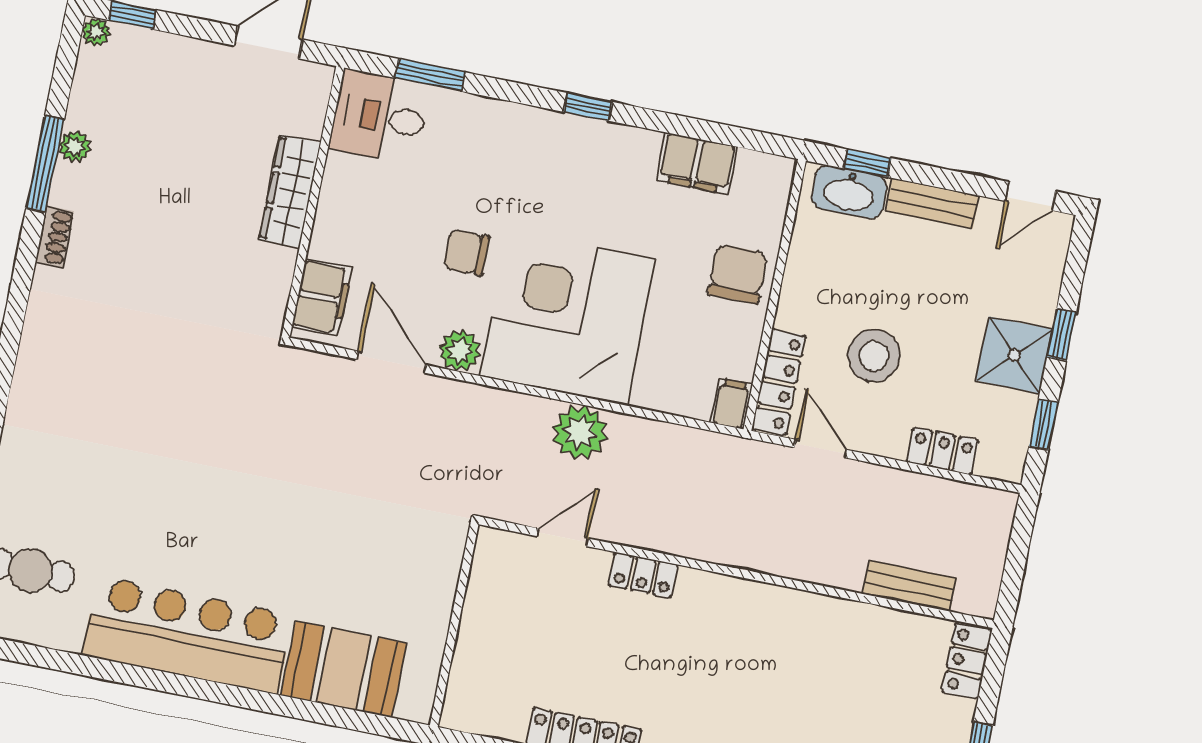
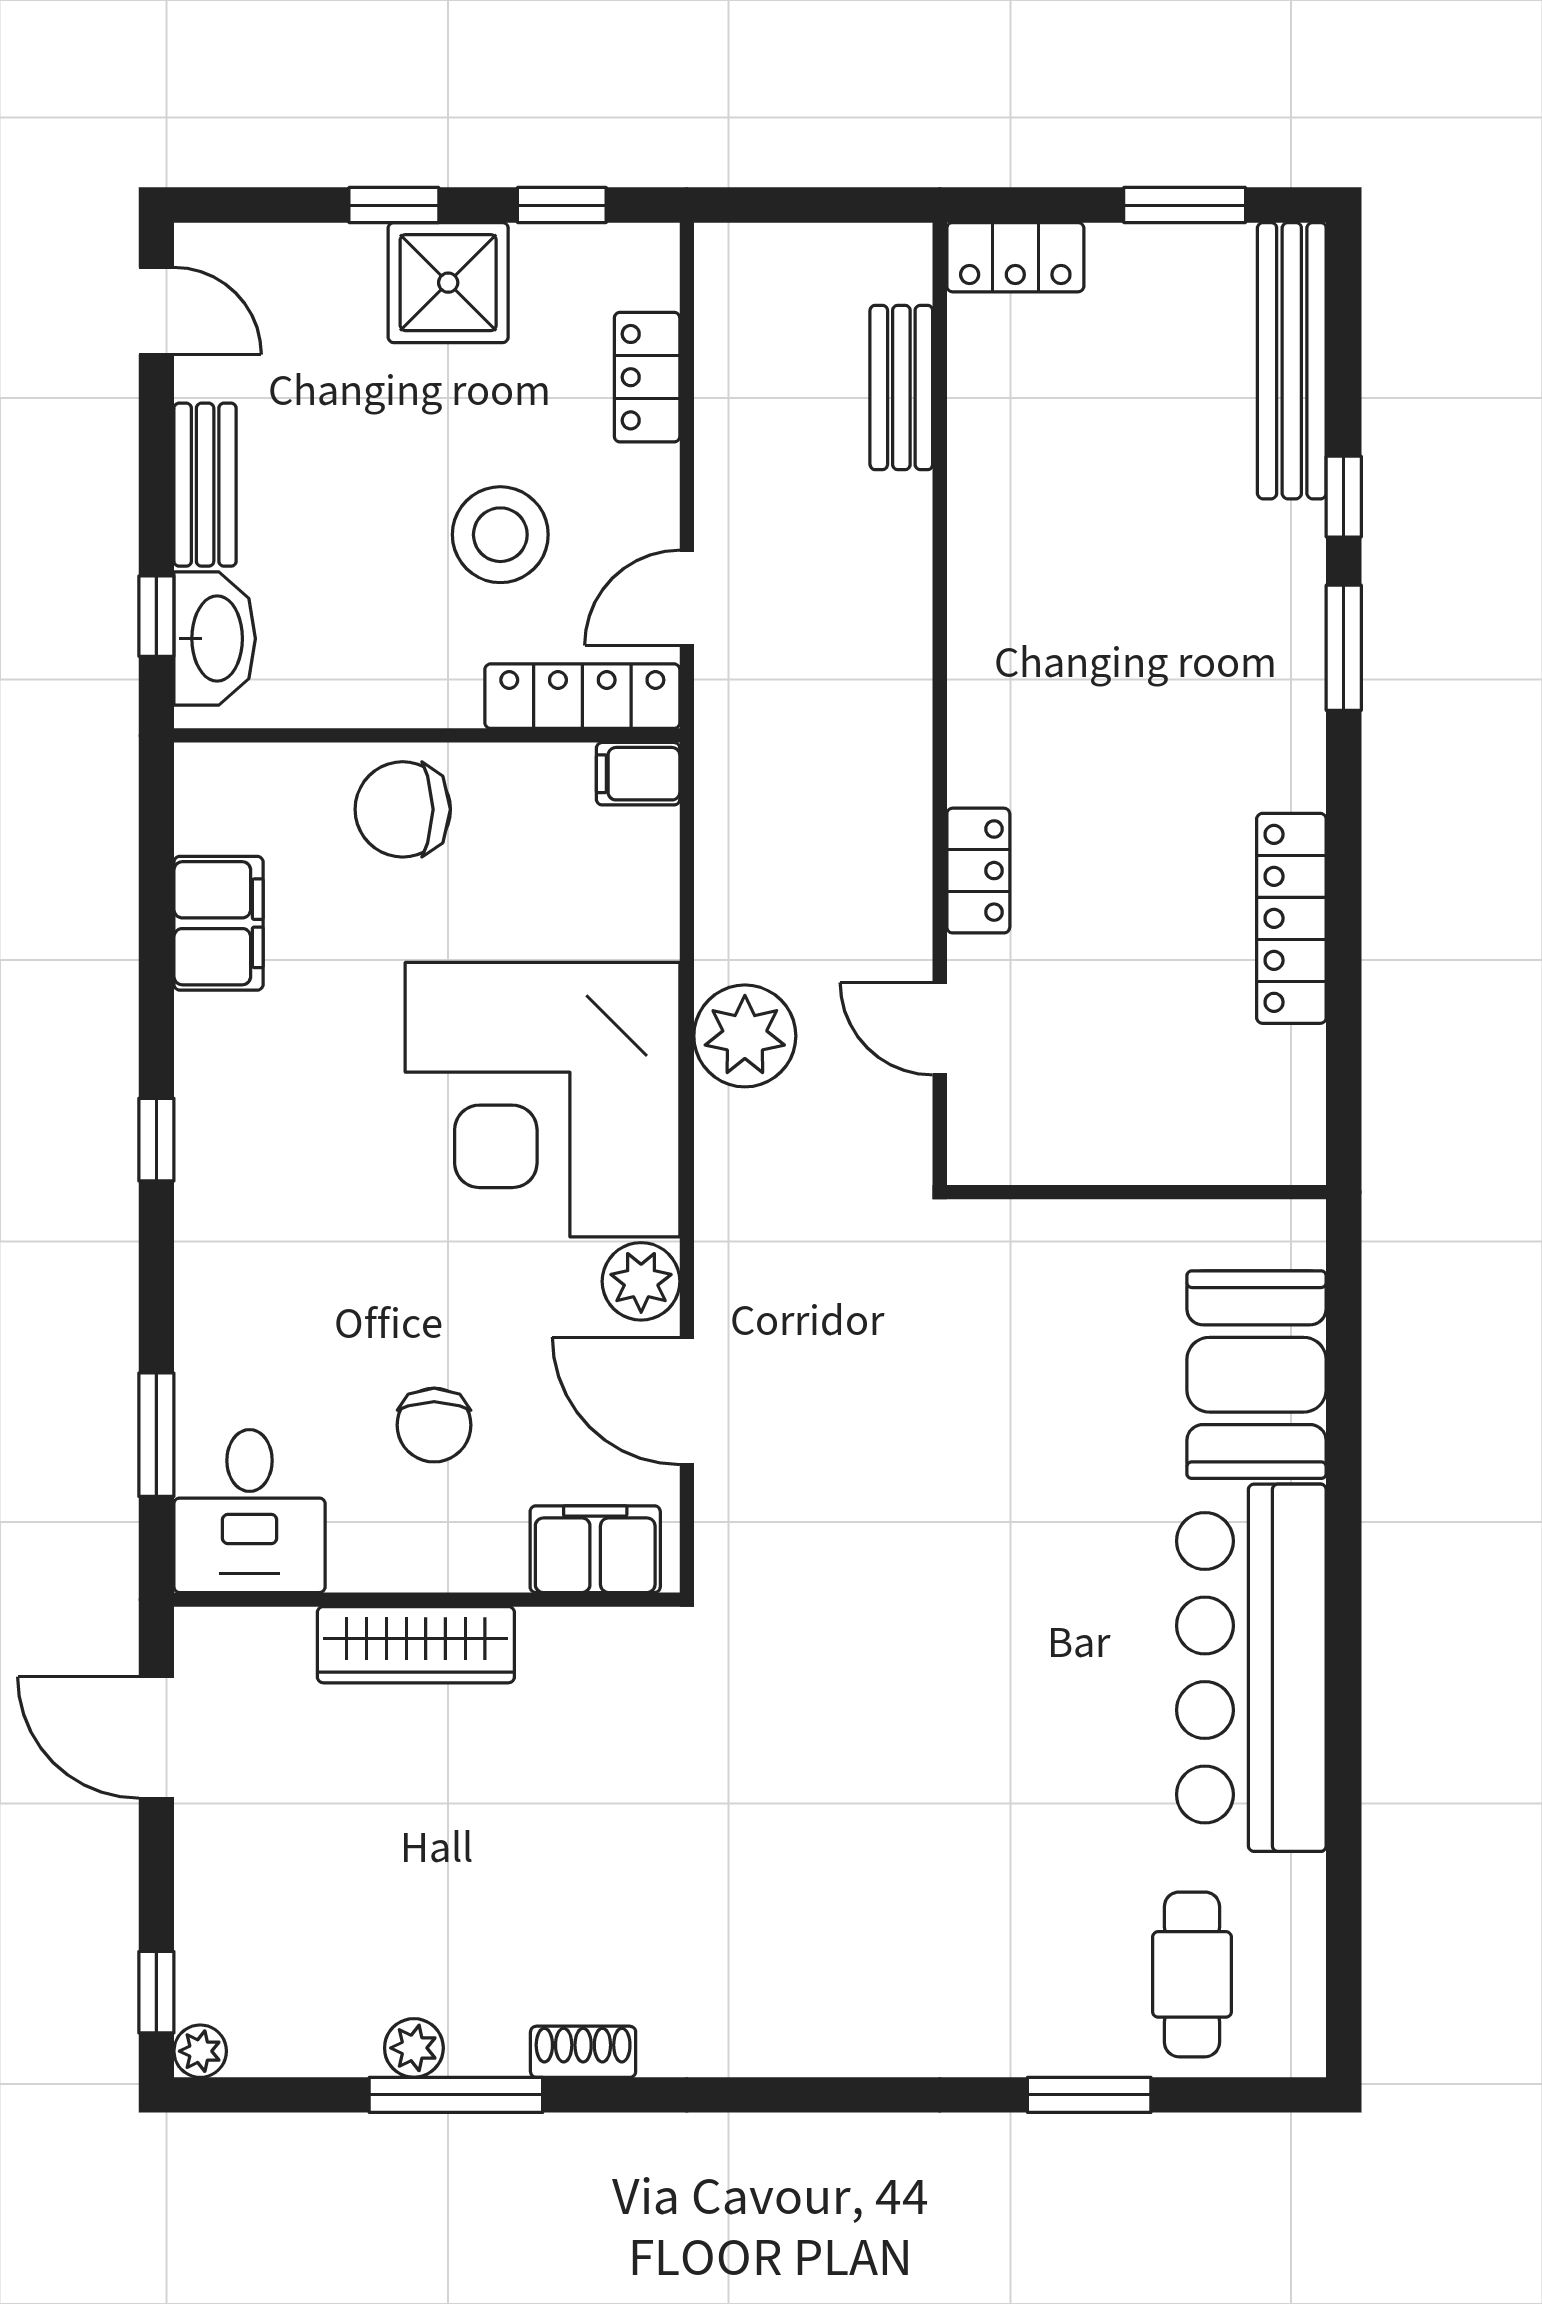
chair: (466, 252) -> (434, 1425), moved
door: (391, 362) -> (687, 1401), hinge flipped

